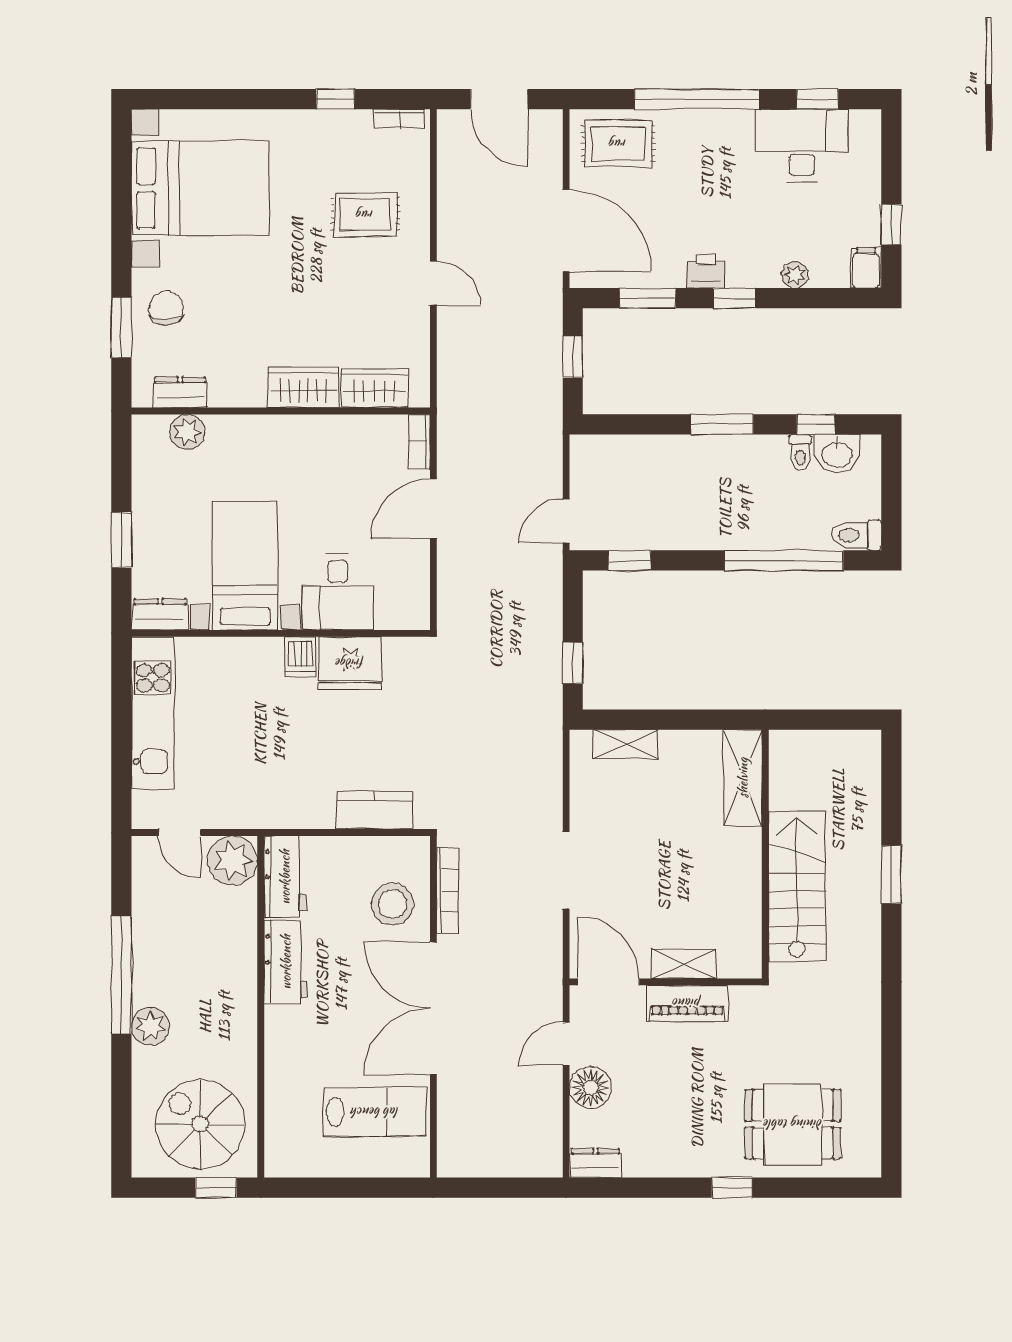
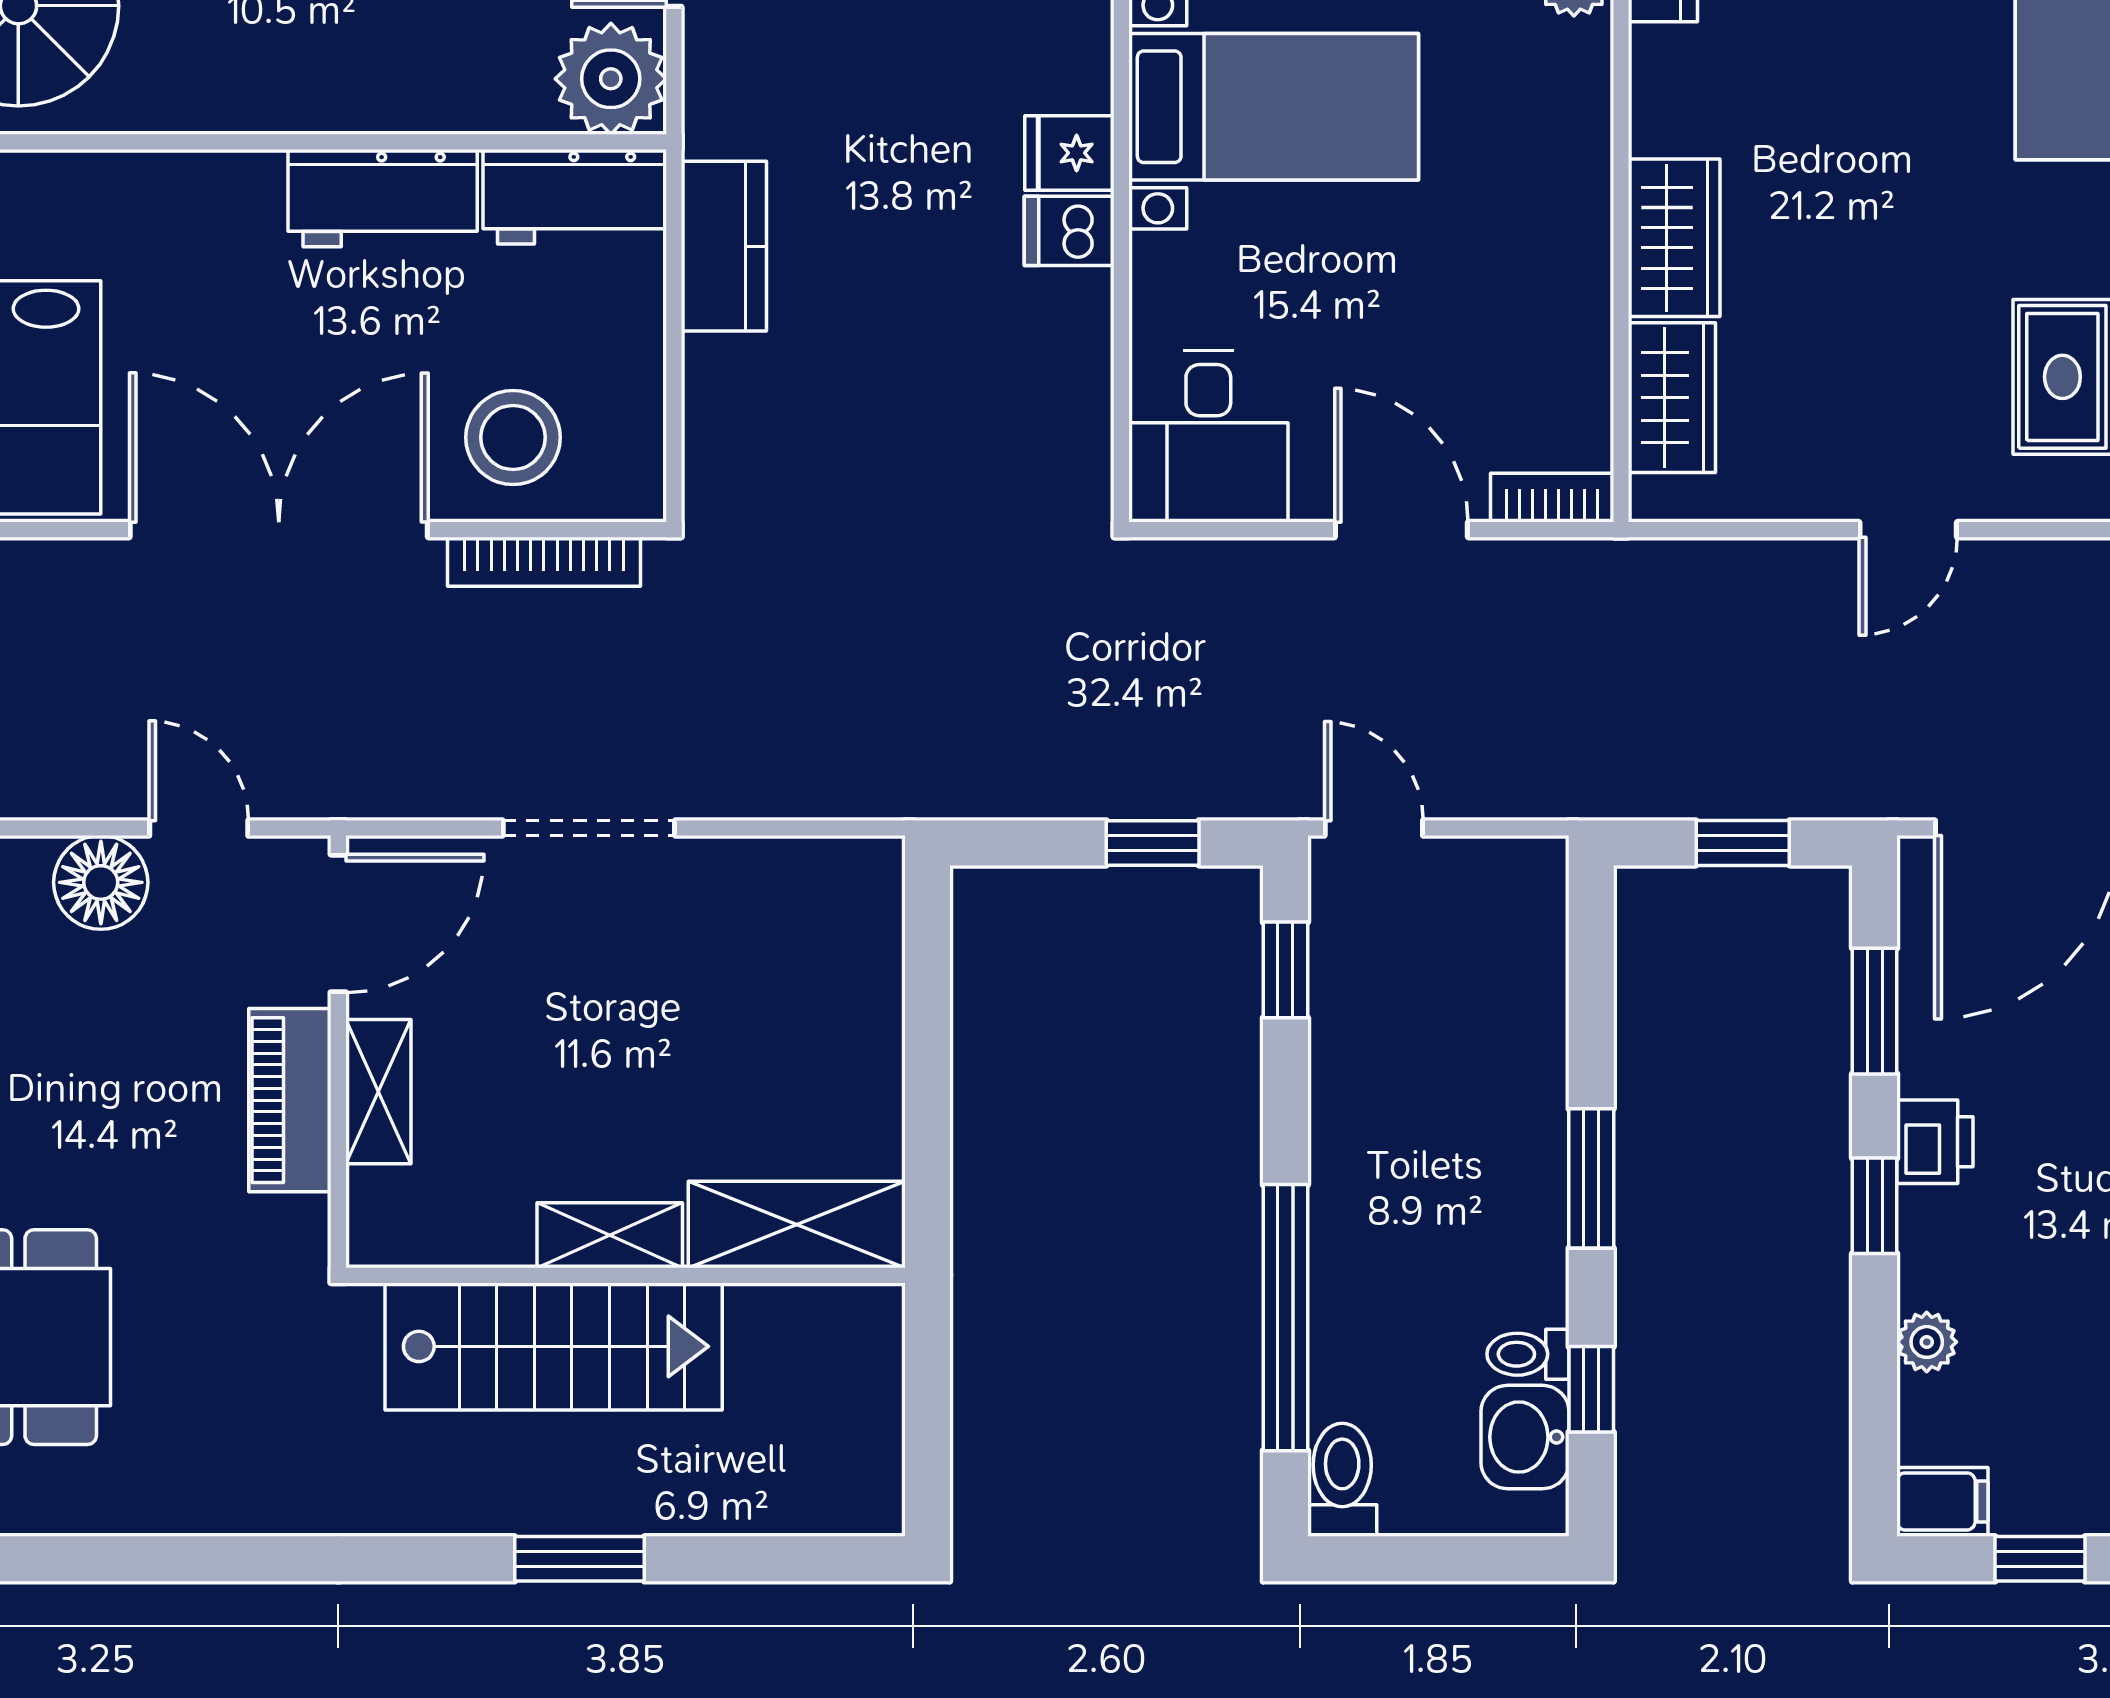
desk: (338, 592) -> (1208, 436), moved, turned -90
fridge: (350, 663) -> (1069, 153), moved, width x0.53, depth x0.75
window: (573, 663) -> (1153, 843), moved
shelving: (626, 744) -> (610, 1235), moved, turned 90
kitchen counter: (374, 810) -> (724, 246), moved

